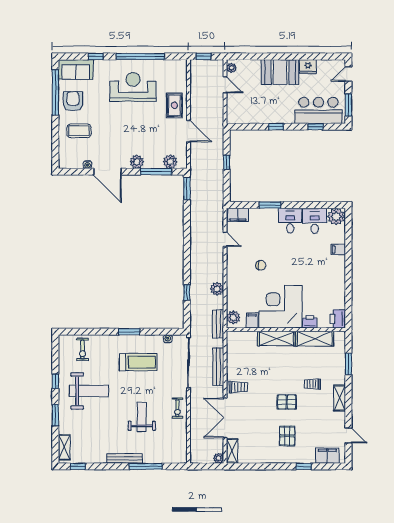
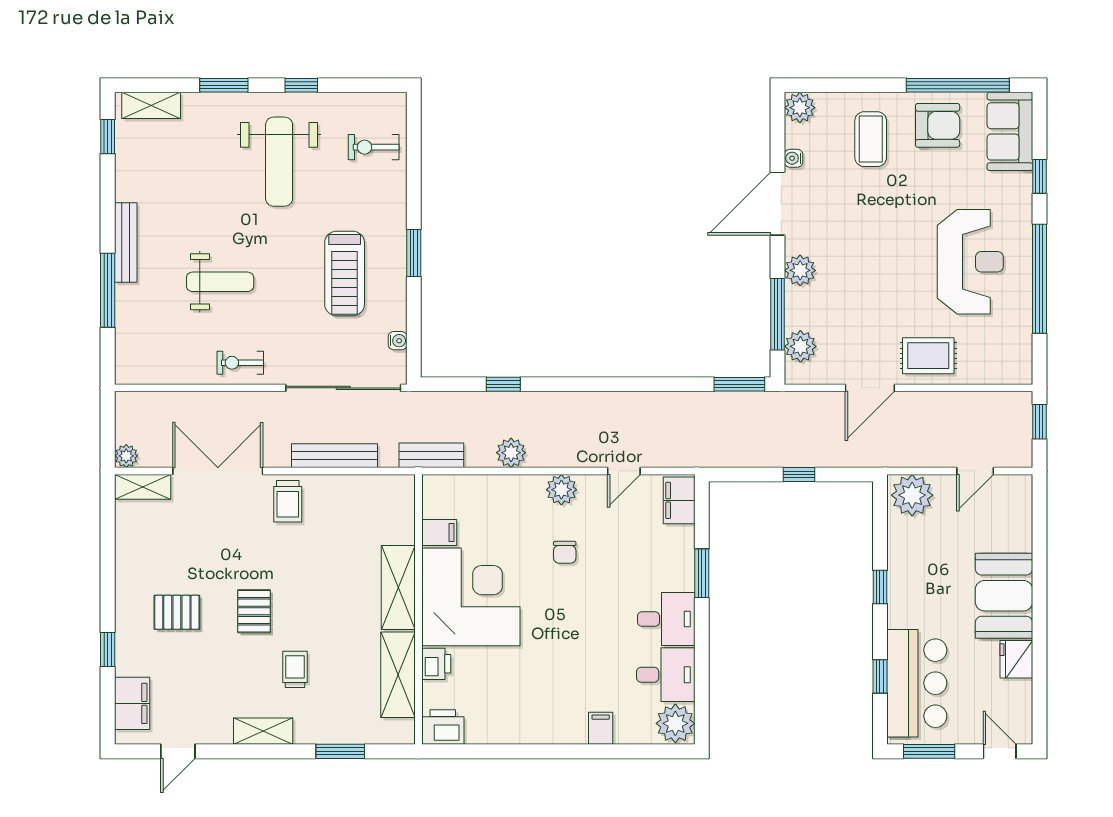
plant: (231, 68) -> (912, 495), moved, width x1.88, depth x1.88
plant: (65, 162) -> (800, 108), added
plant: (233, 318) -> (561, 490), moved

